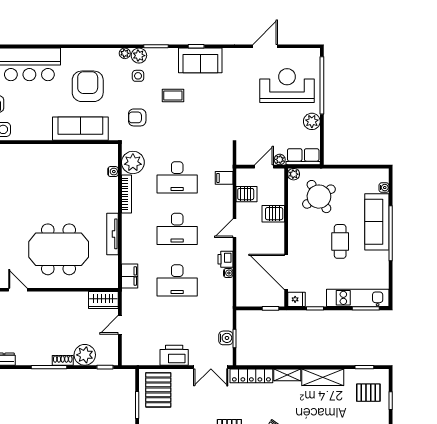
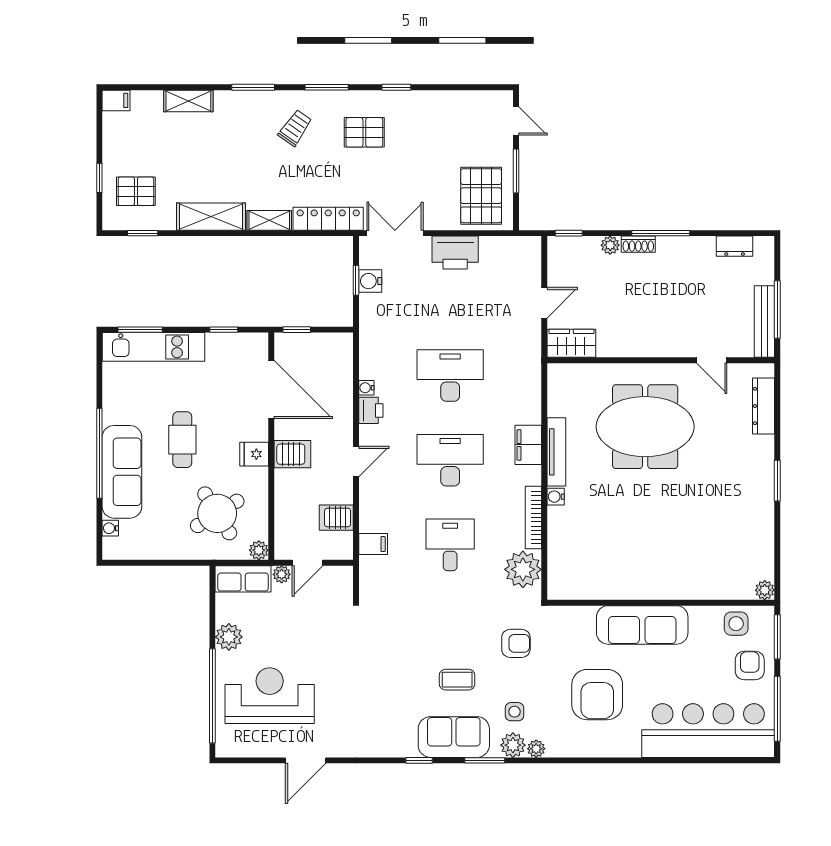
sofa: (200, 60) -> (454, 737), moved
reception desk: (287, 86) -> (270, 696), turned 180
sofa: (80, 129) -> (642, 625), moved
water cooler: (113, 172) -> (556, 497), moved
desk: (177, 177) -> (450, 545), width x0.73
server rack: (273, 214) -> (292, 454), moved
filing cabinet: (130, 276) -> (528, 445), moved
fridge: (296, 299) -> (254, 454), moved
plant: (85, 355) -> (610, 245), width x0.53, depth x0.53

